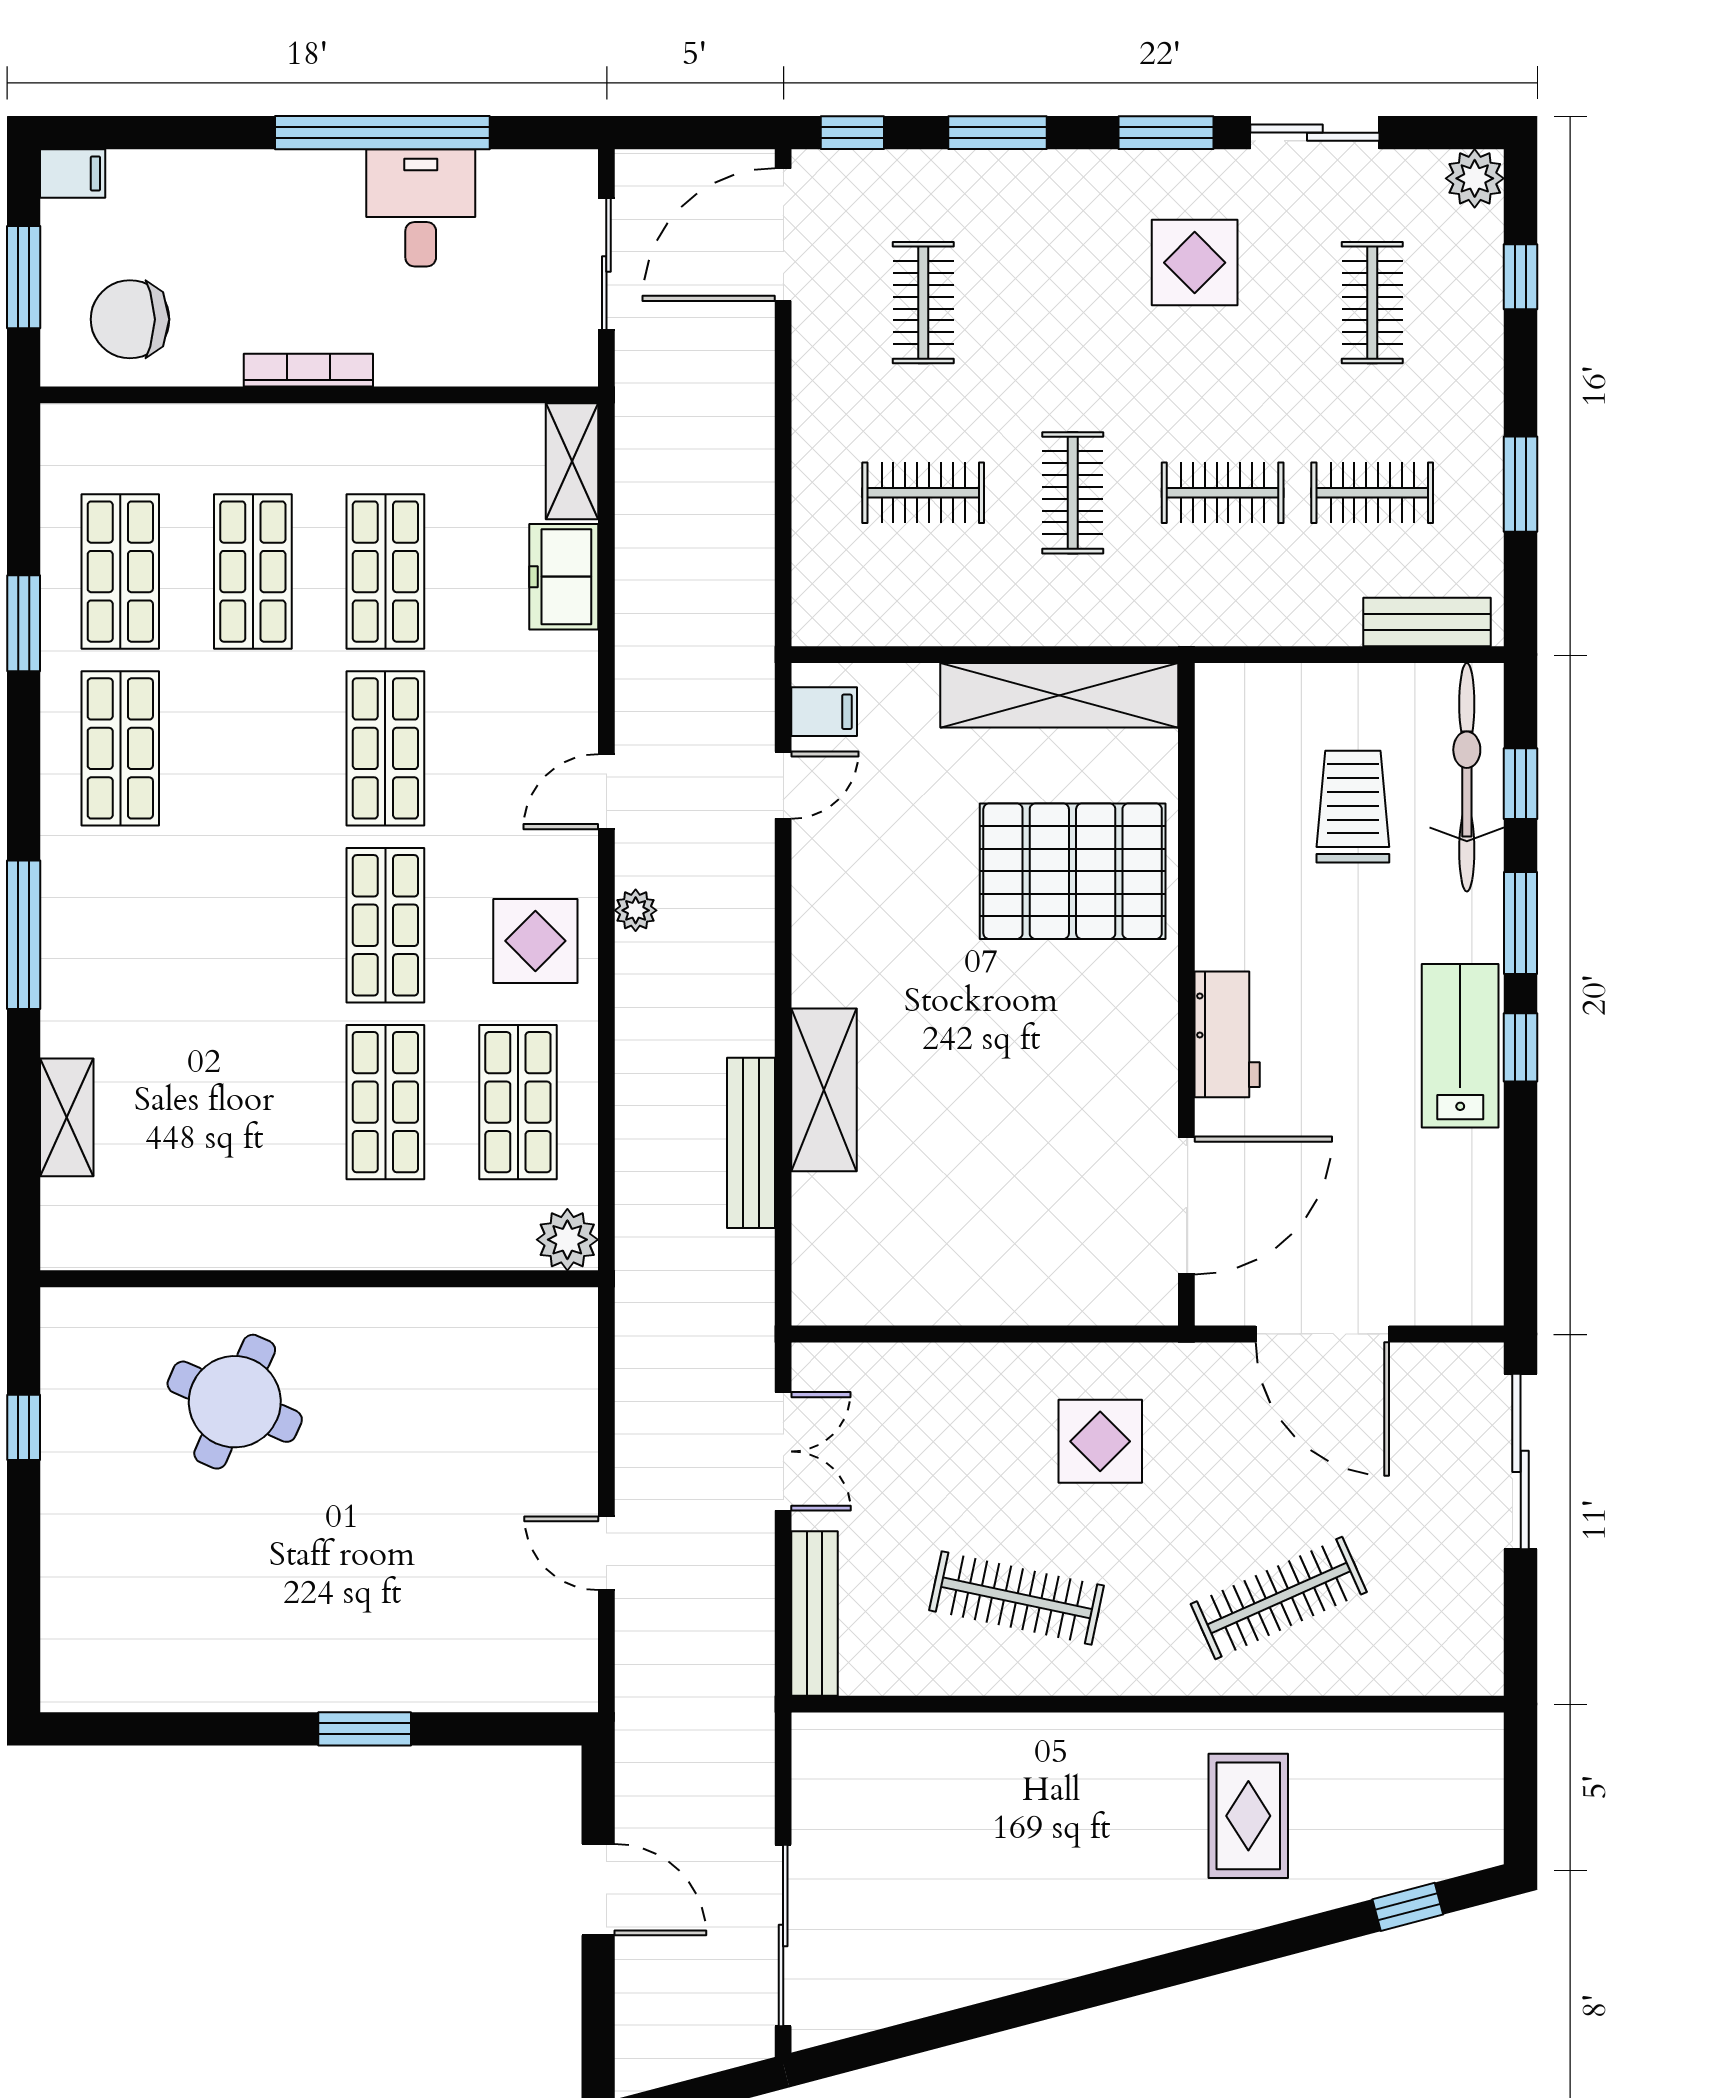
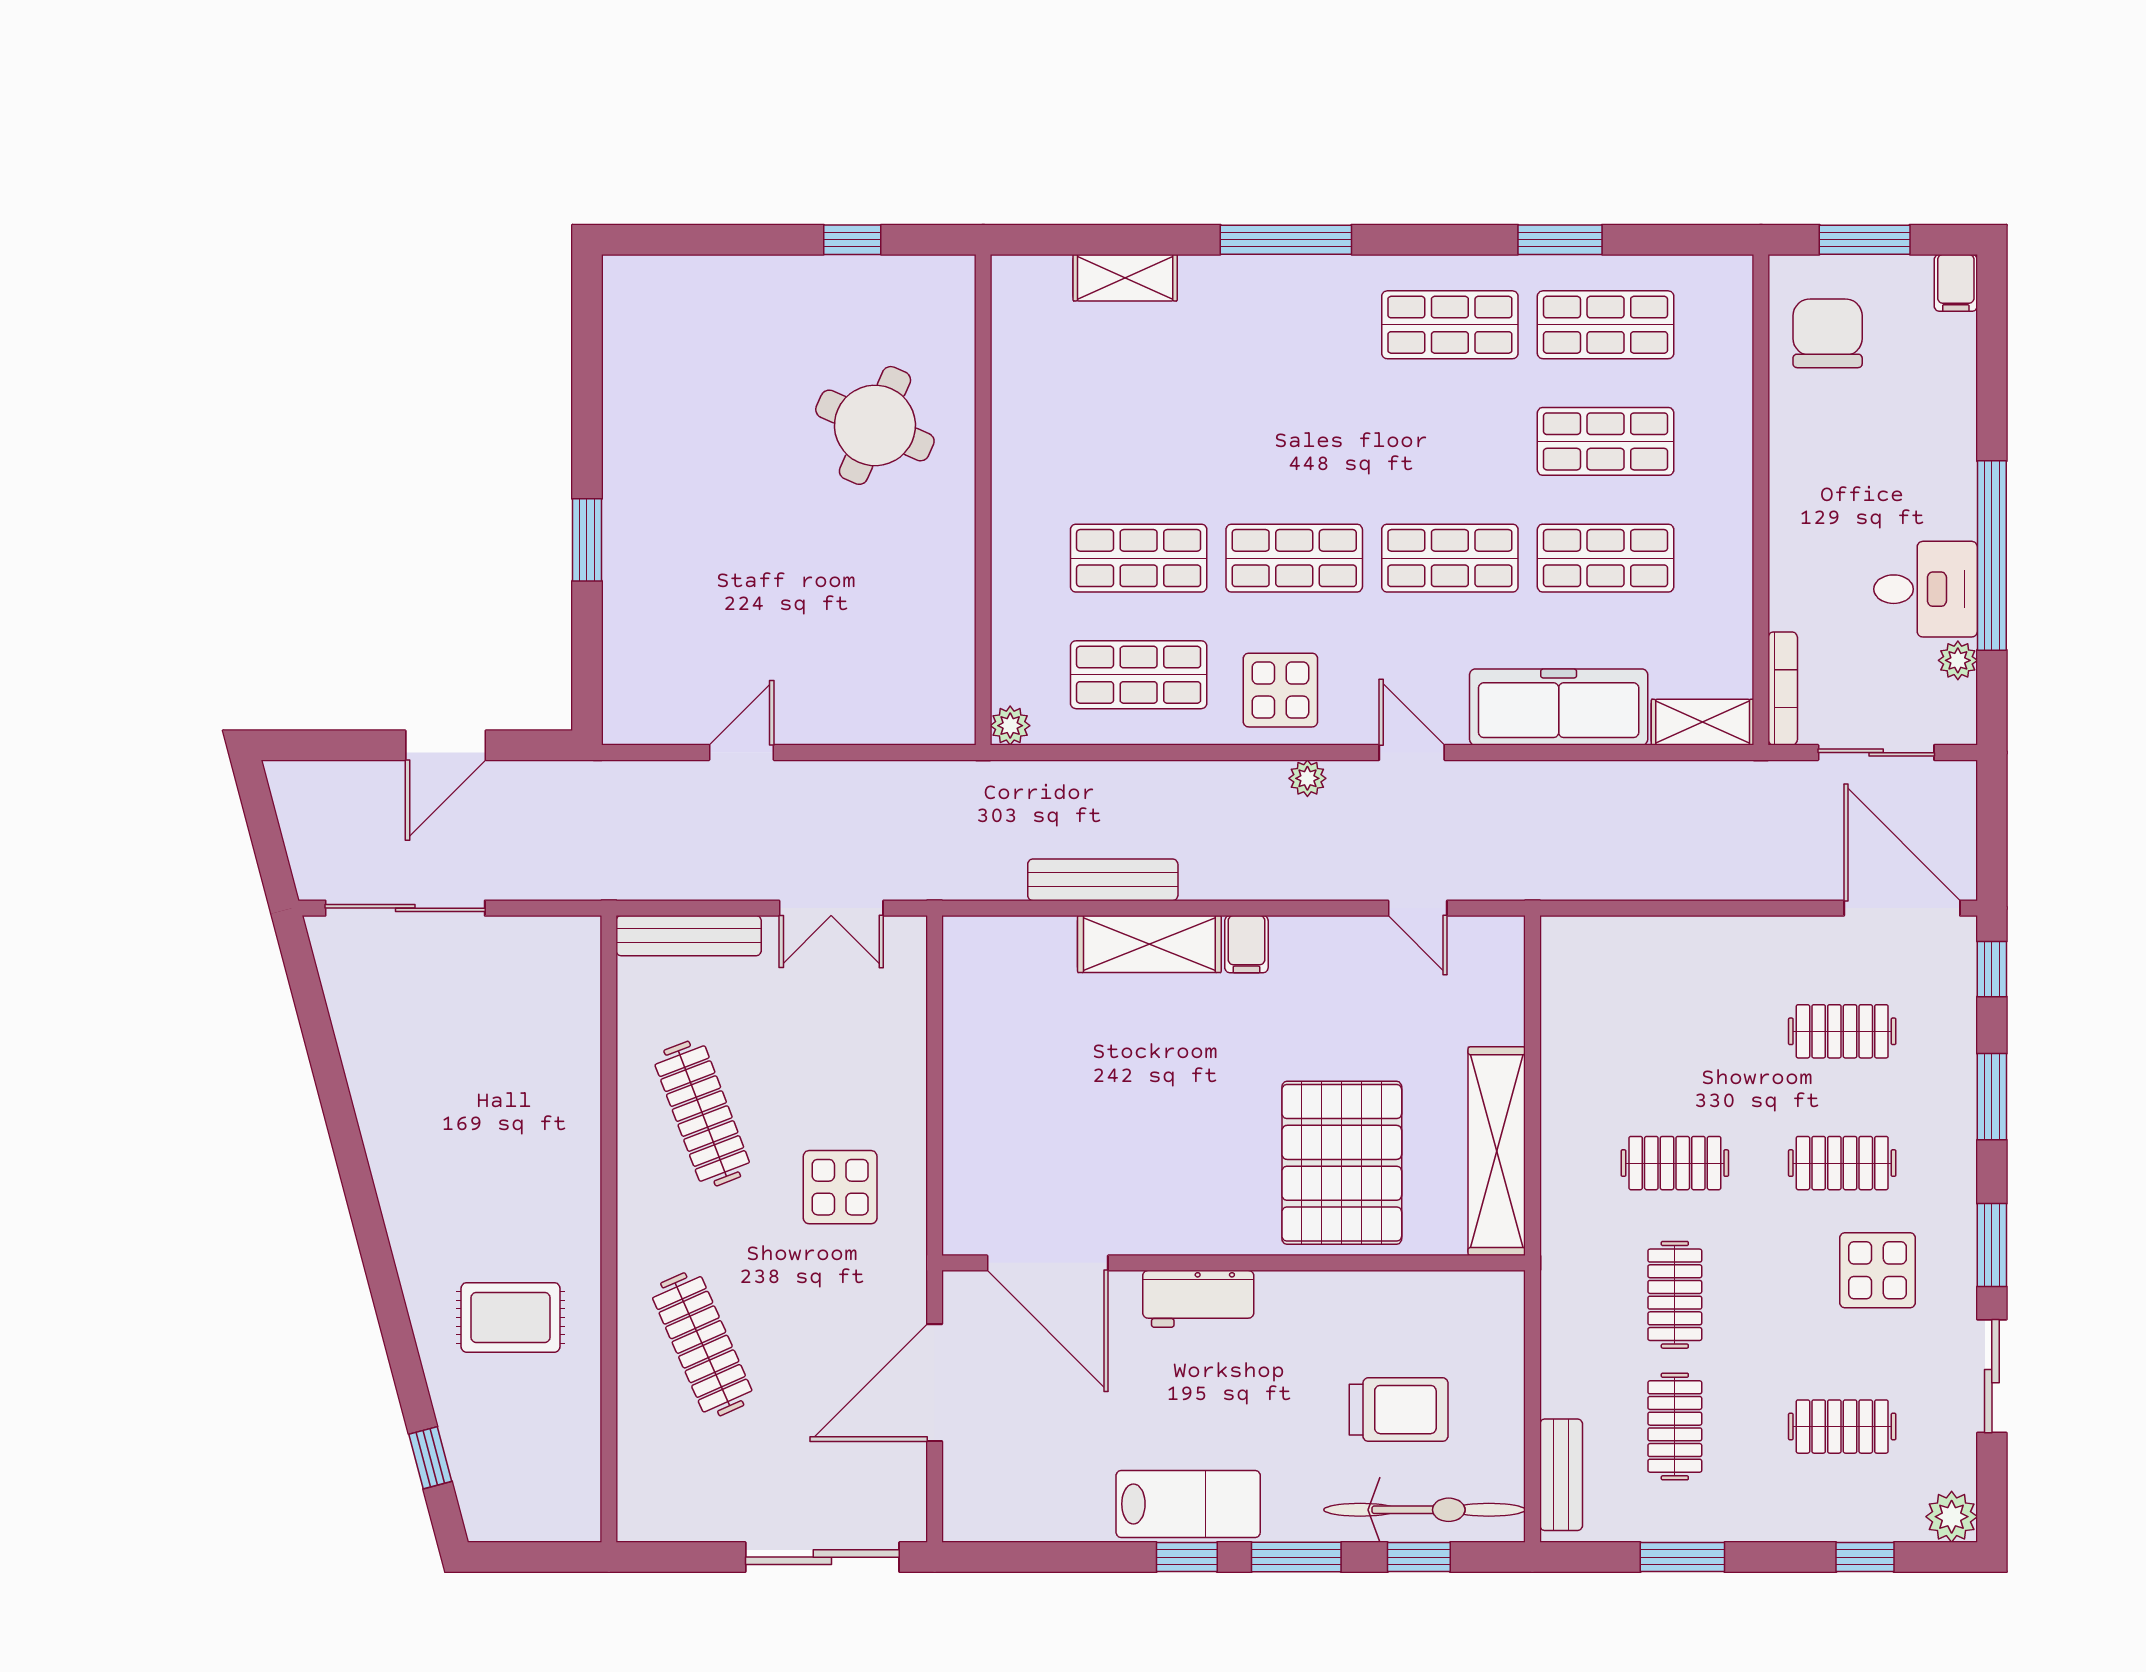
plant: (502, 171) -> (1958, 660), added
bookcase: (308, 370) -> (1783, 689), moved
clothes rail: (923, 493) -> (1842, 1163), moved, turned 90
freezer: (564, 577) -> (1559, 707), width x1.91, depth x1.26
filing cabinet: (824, 712) -> (1246, 944), moved
plant: (567, 1240) -> (1010, 726), width x0.73, depth x0.73
clothes rail: (1017, 1598) -> (702, 1114), turned -33

